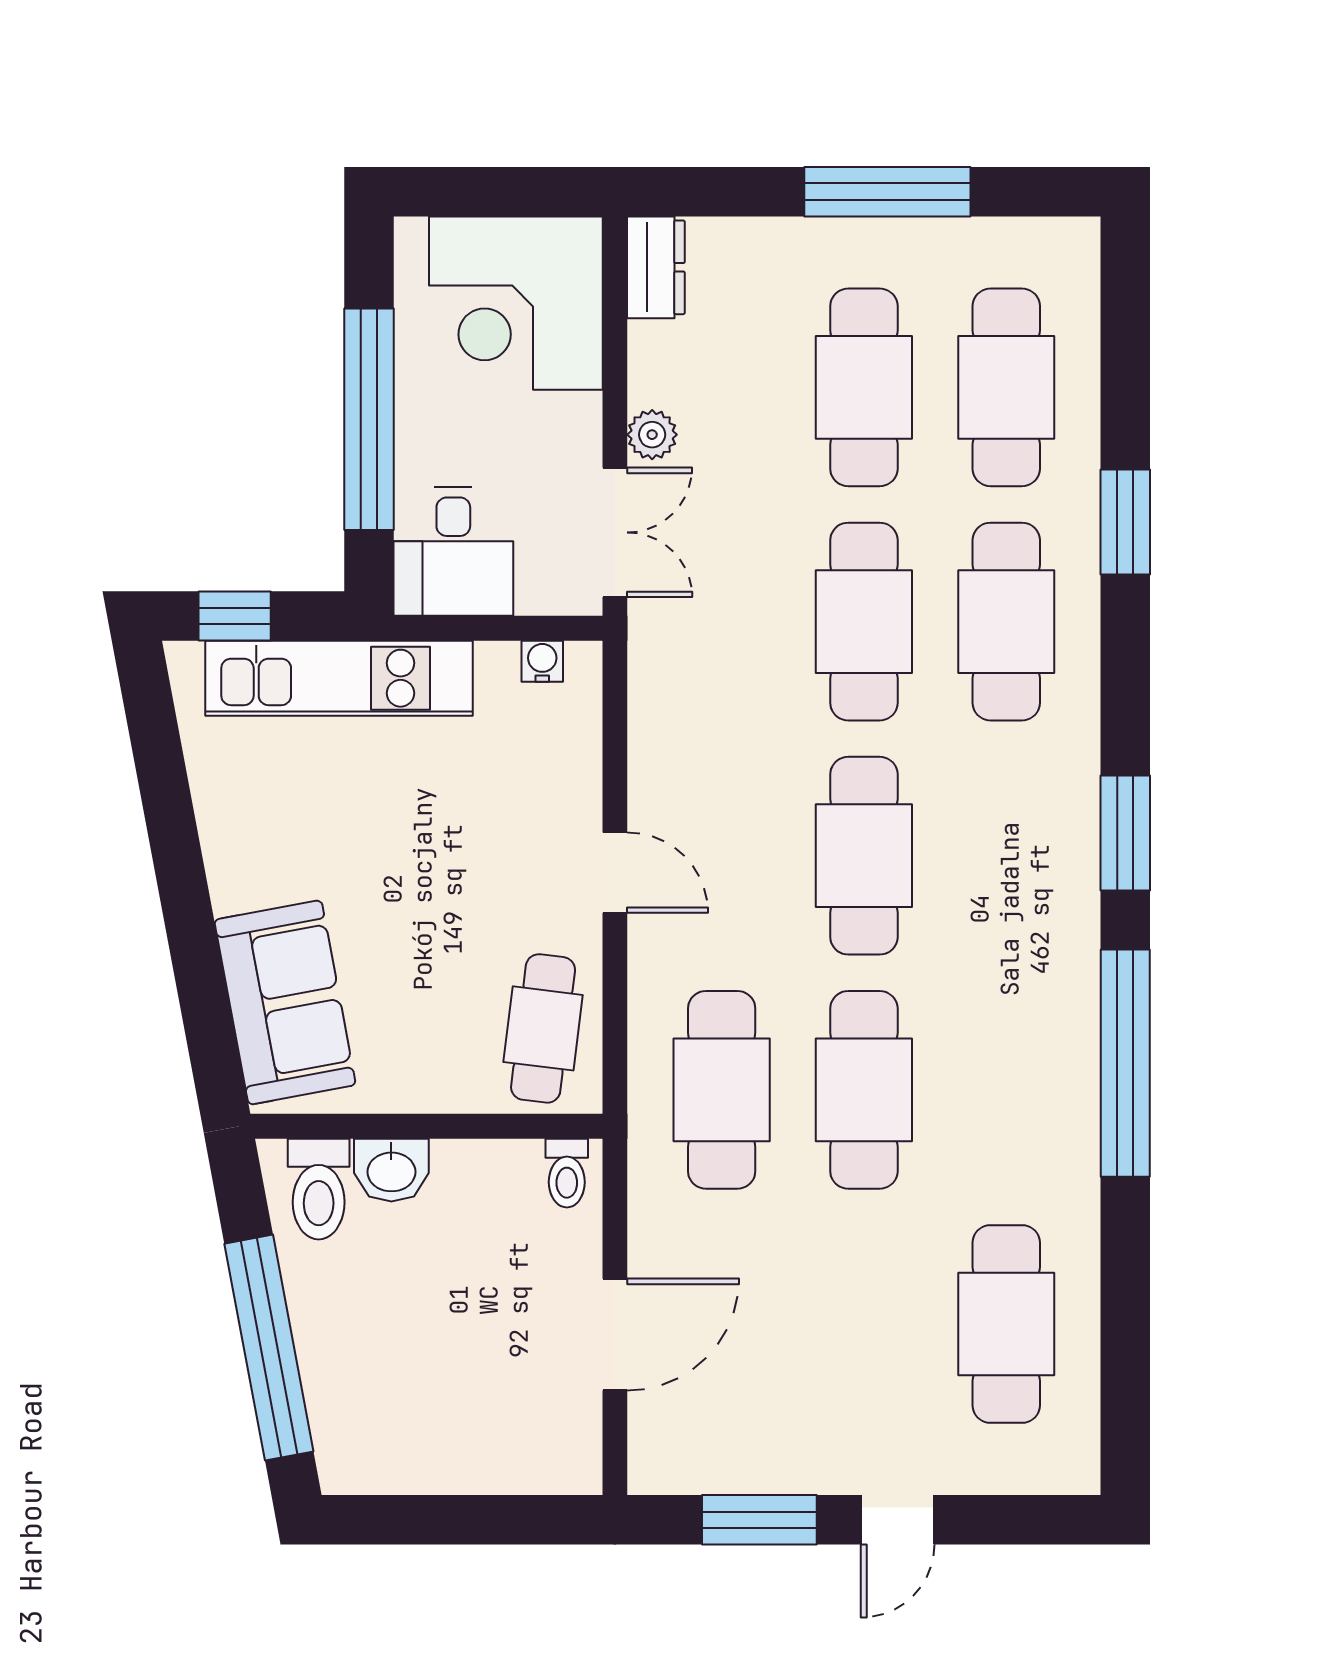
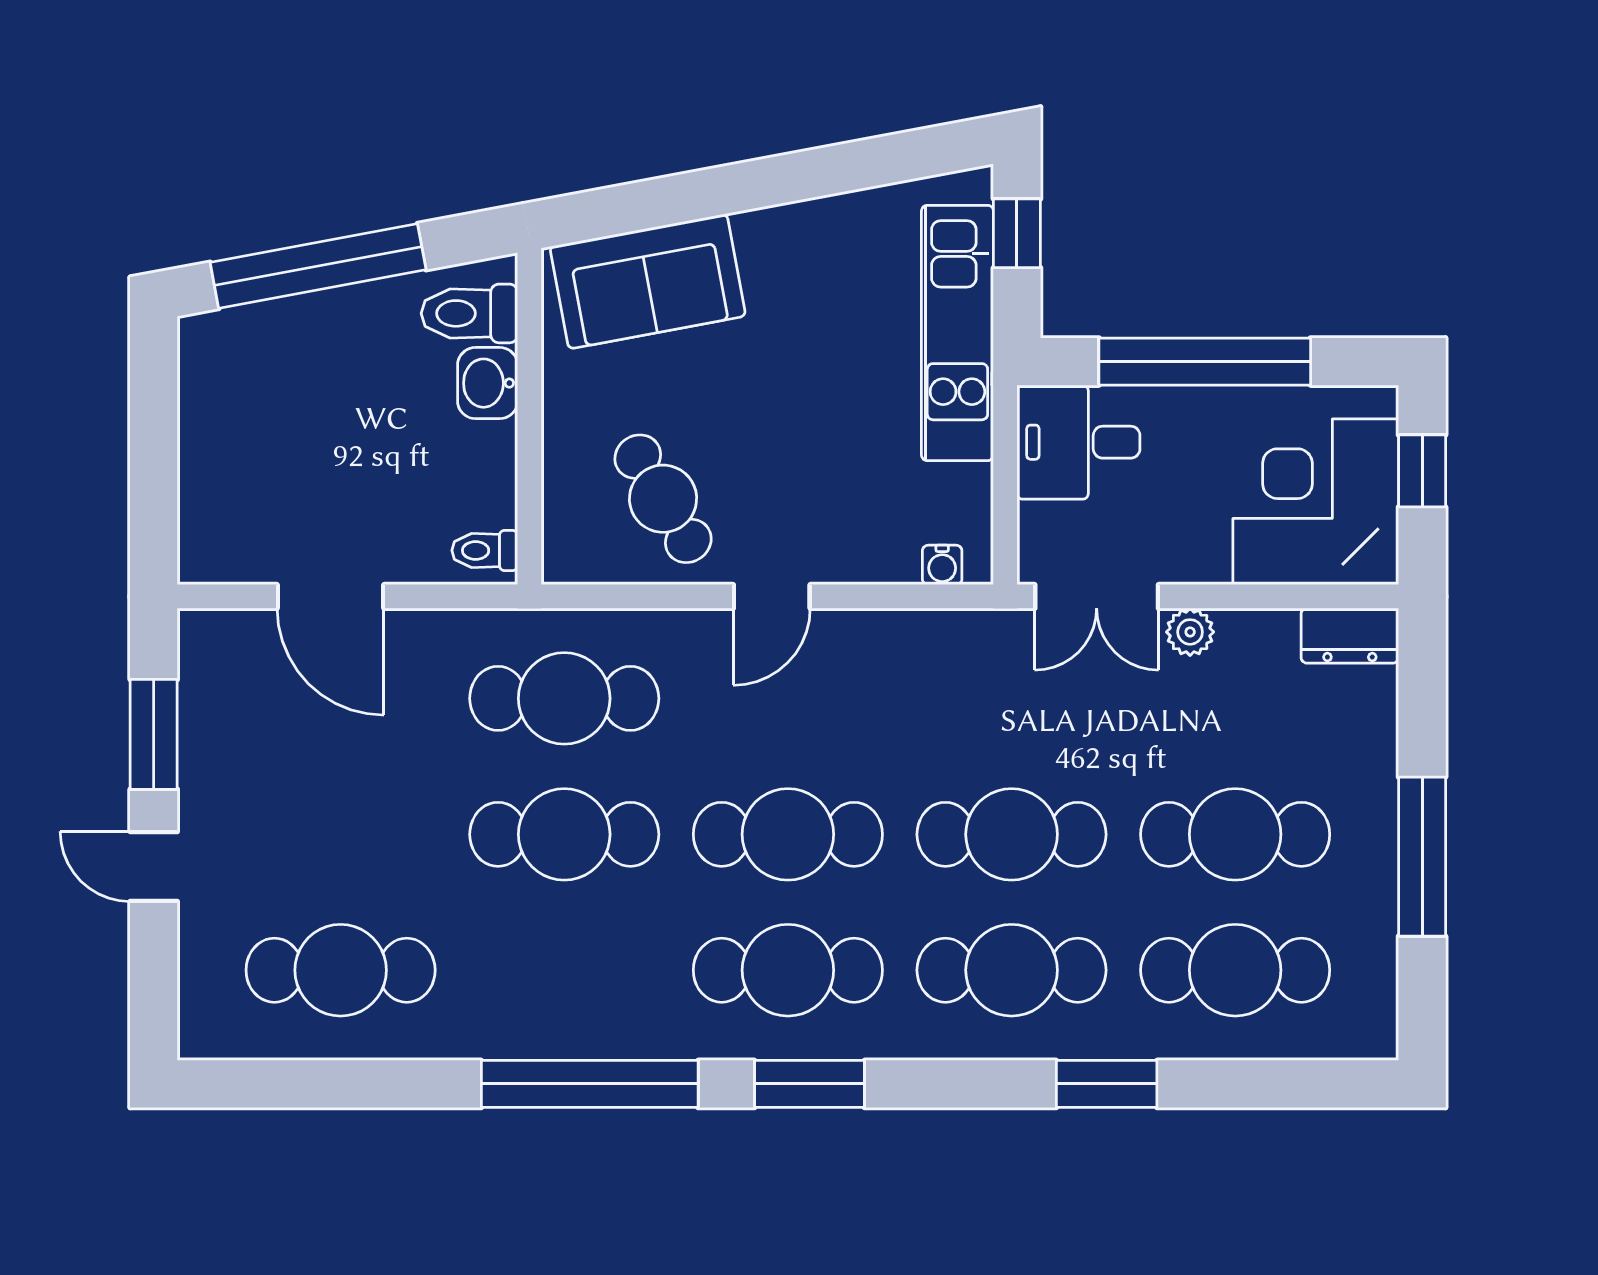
window: (483, 192) -> (1422, 471), added
water cooler: (542, 661) -> (942, 565), moved, turned 90
cafe table: (1006, 856) -> (788, 970), added
cafe table: (543, 1028) -> (663, 499), moved, turned 52

